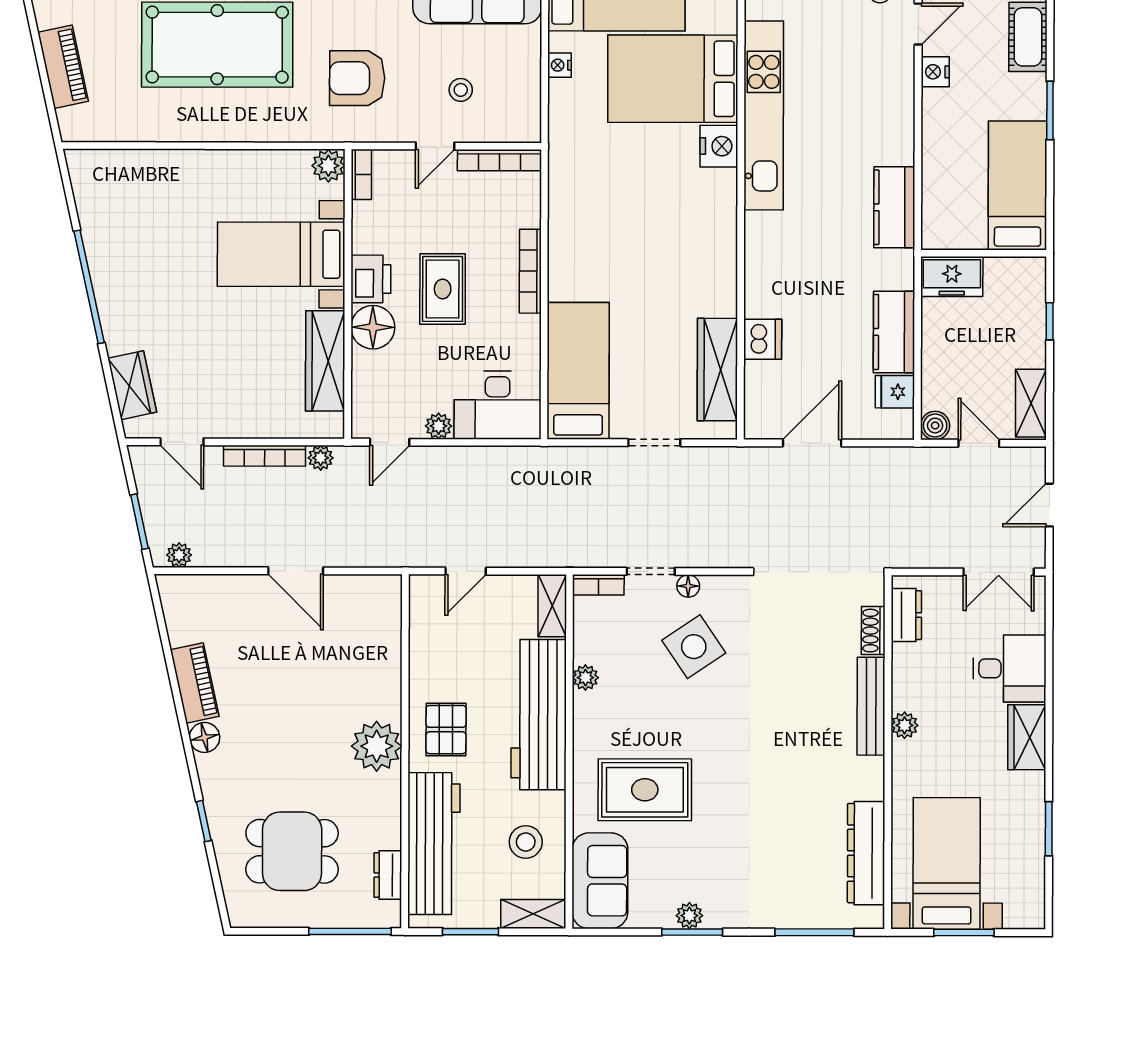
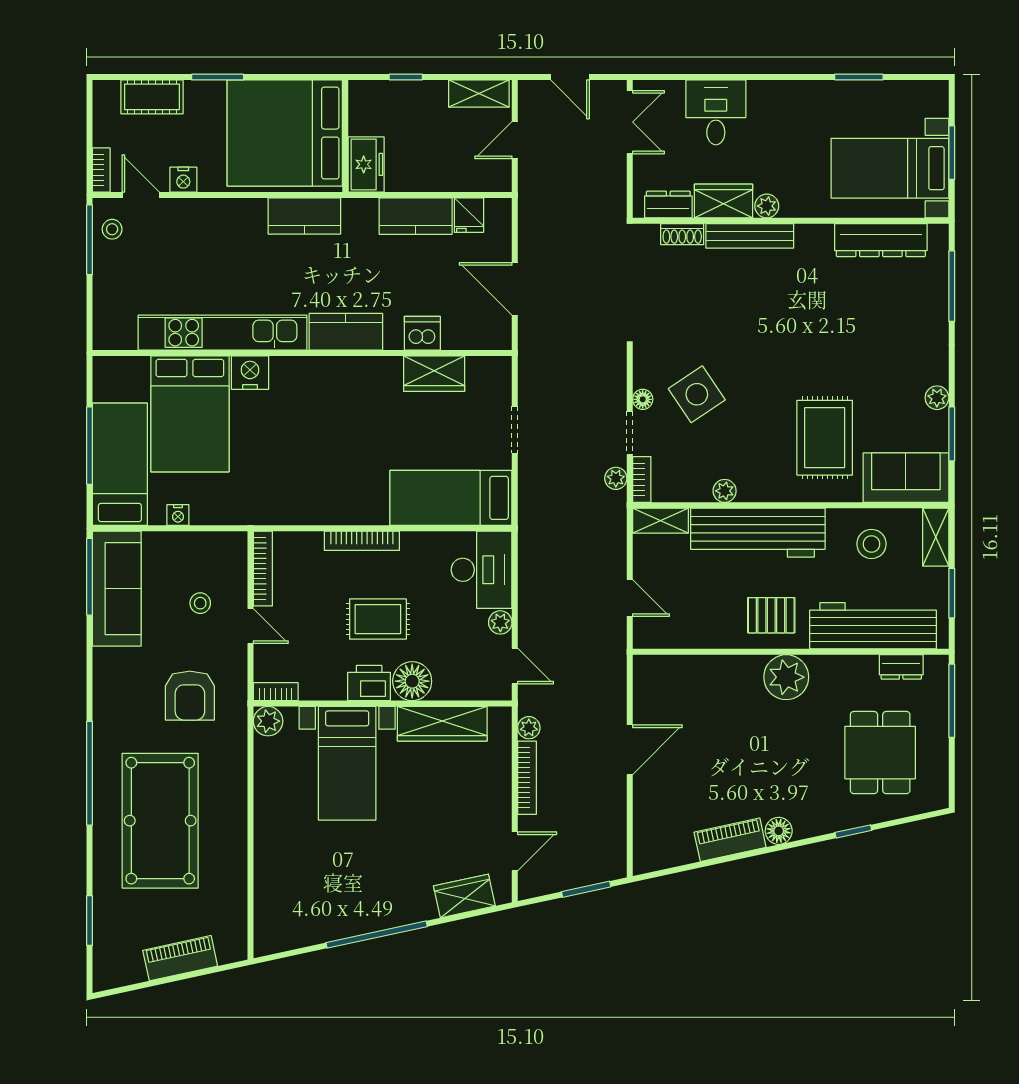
bed: (1018, 186) -> (285, 133), width x2.04
kitchen counter: (764, 254) -> (346, 332), added
wardrobe: (717, 370) -> (434, 374), width x0.67
boiler: (935, 426) -> (499, 179), removed
plant: (179, 555) -> (616, 478), moved
wardrobe: (1027, 737) -> (723, 201), moved, turned 180
window: (692, 932) -> (952, 434), moved

